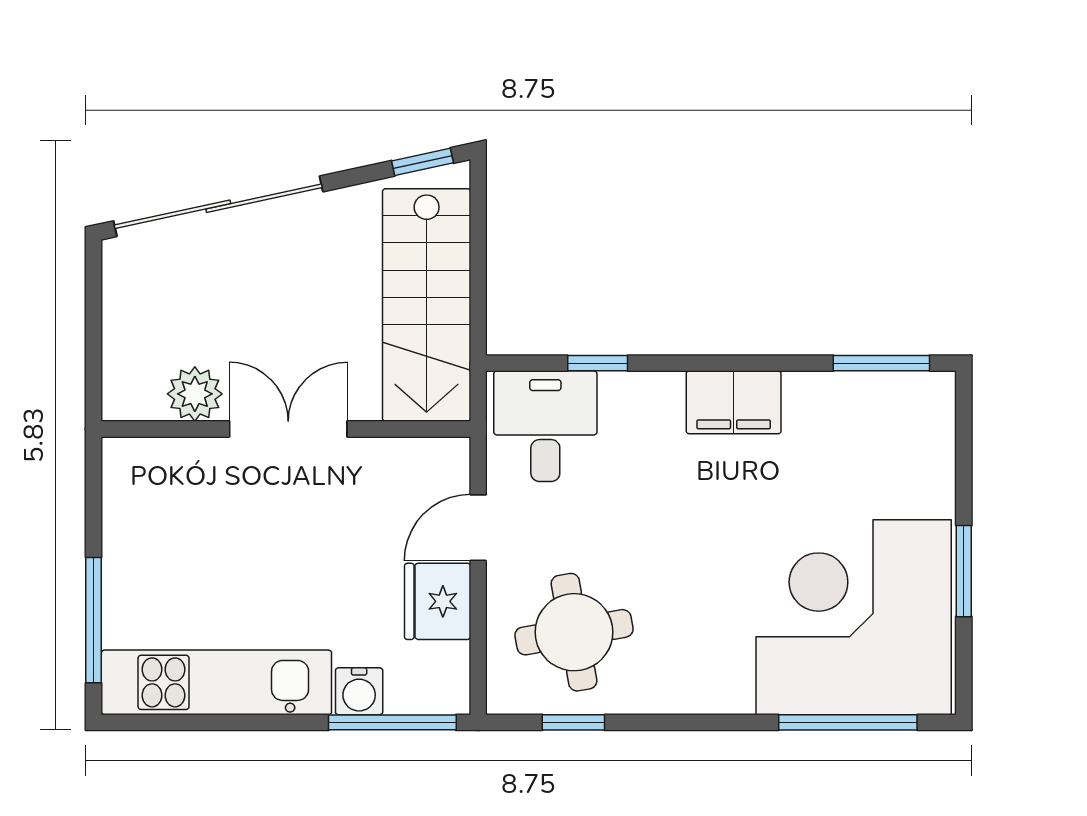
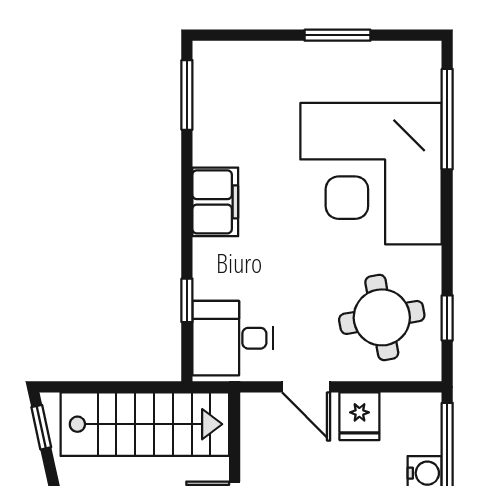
fridge: (438, 601) -> (359, 416), width x0.72
corner desk: (854, 617) -> (371, 174), moved

